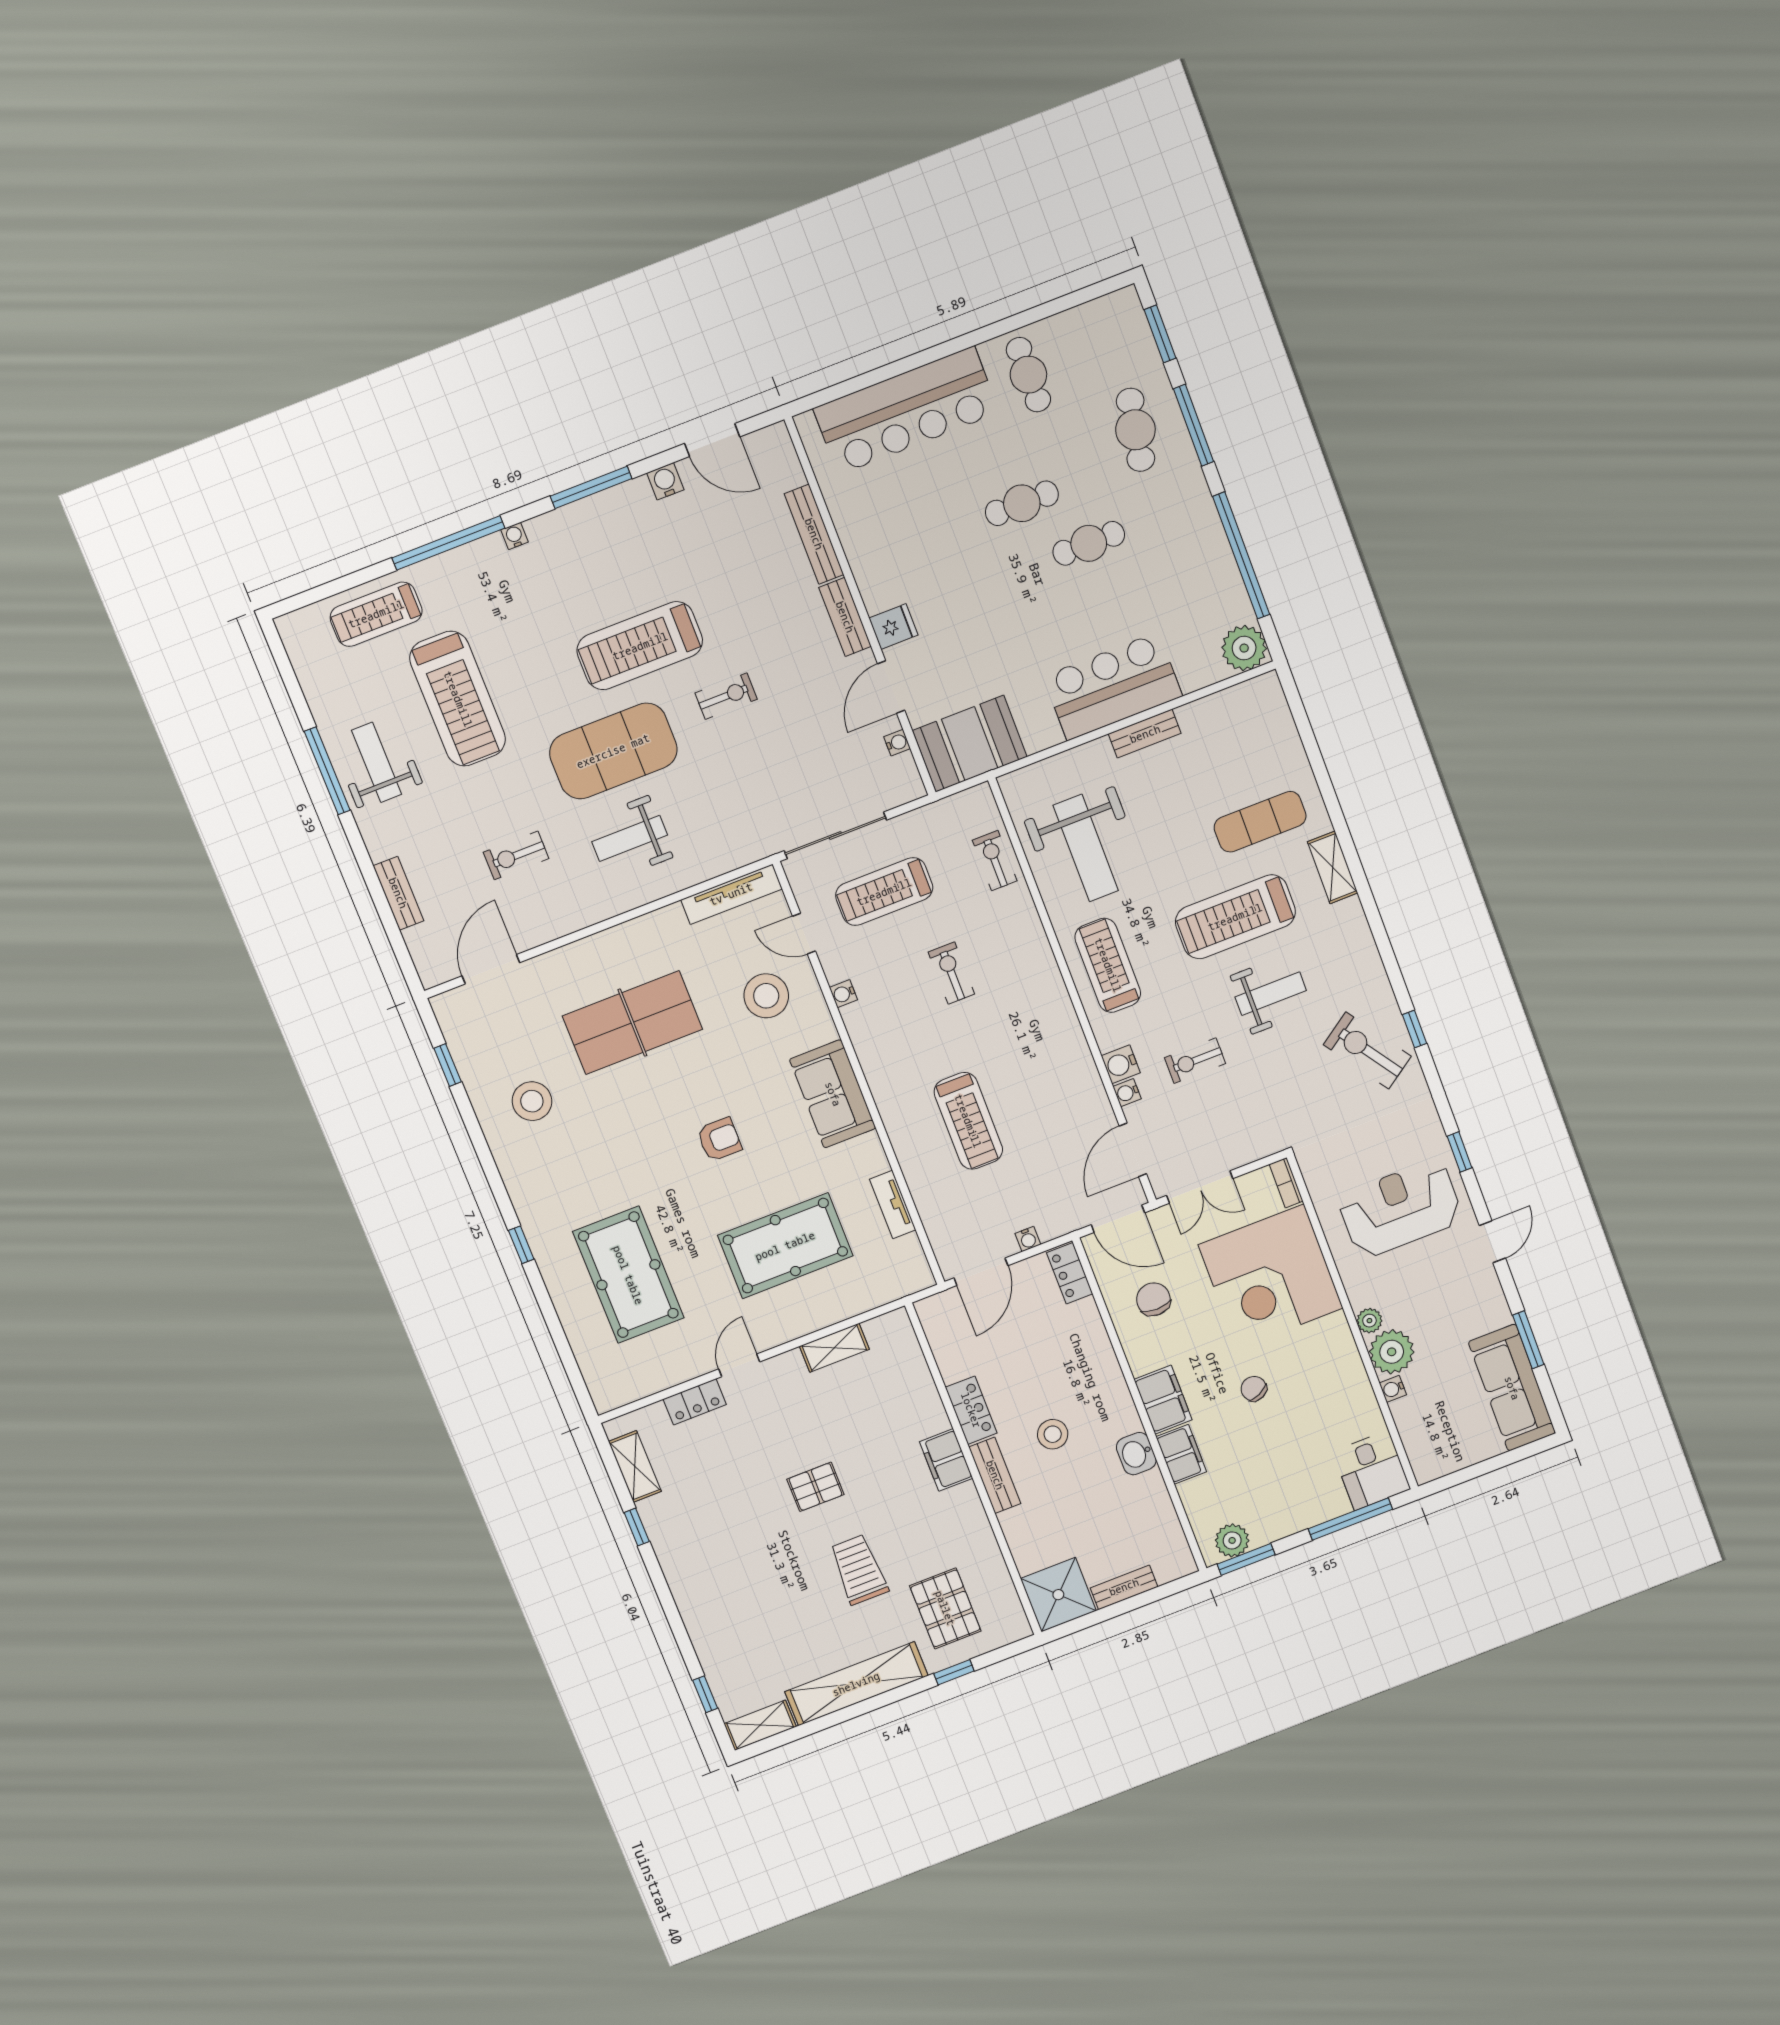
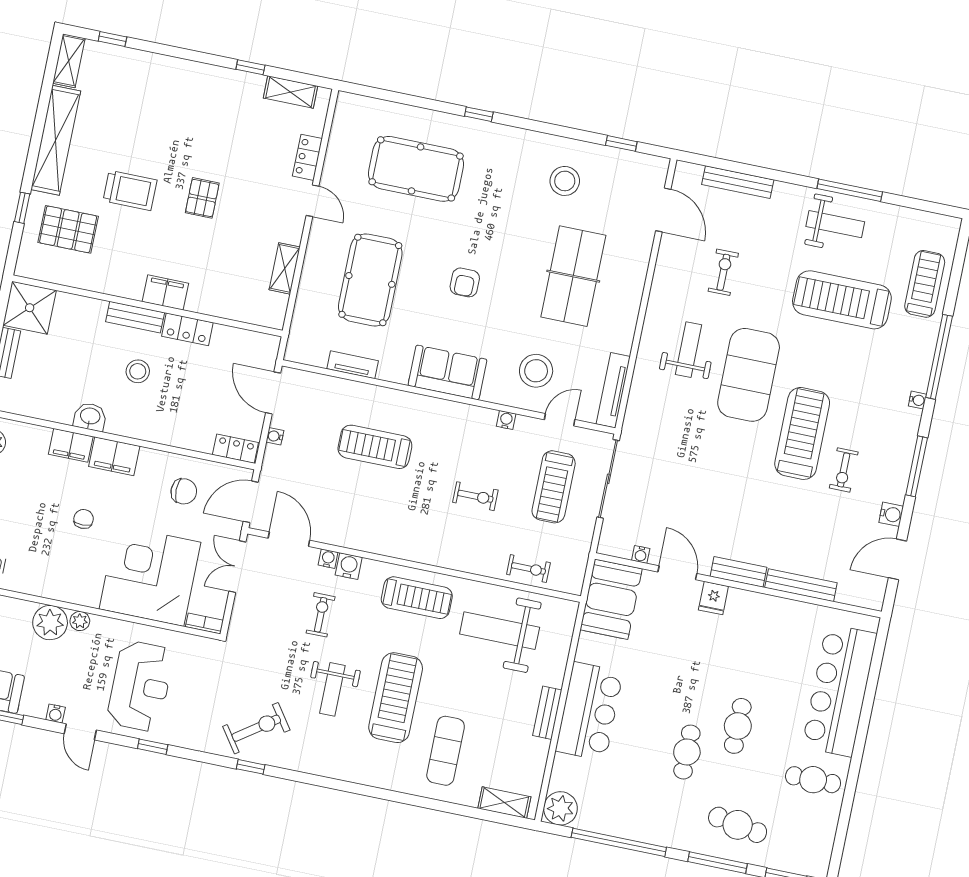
exercise bike: (726, 696) -> (844, 470), moved
shelving: (1333, 867) -> (504, 803), moved
treadmill: (884, 892) -> (554, 487), turned 180
bench: (398, 893) -> (738, 182), width x1.36
chair: (1254, 1389) -> (84, 519), turned -65
water cooler: (1393, 1389) -> (56, 714), moved, turned 180

